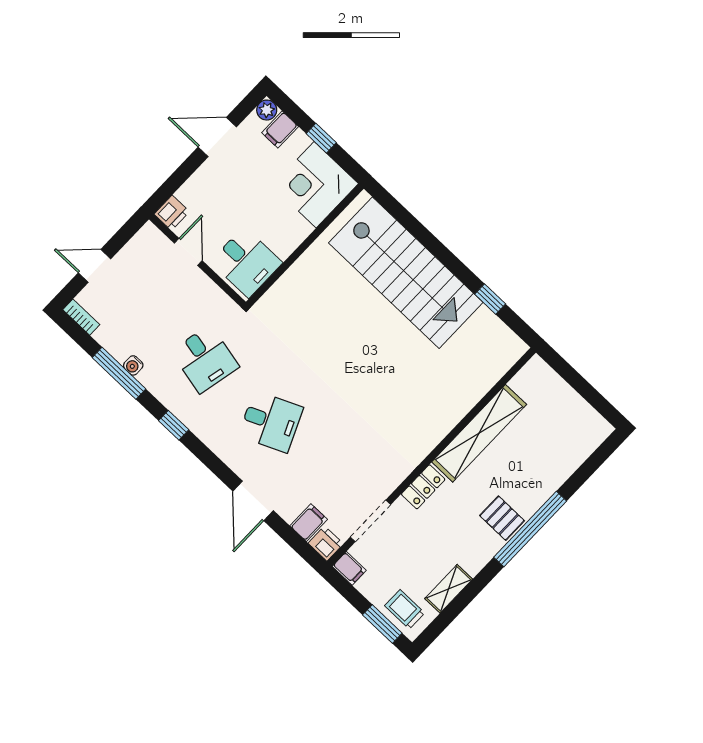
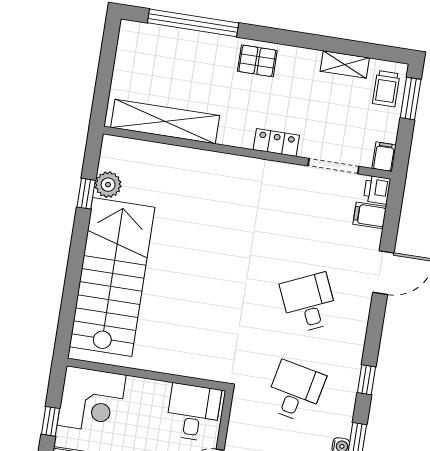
plant: (485, 323) -> (108, 185), added
shelving: (479, 433) -> (165, 122), moved
pallet: (502, 518) -> (257, 61), turned 90
window: (530, 529) -> (193, 23), moved

